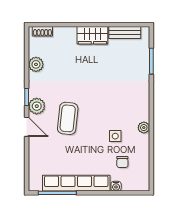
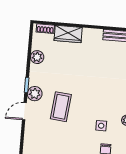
wardrobe: (92, 35) -> (68, 34), moved
door: (27, 127) -> (24, 111), swing flipped

